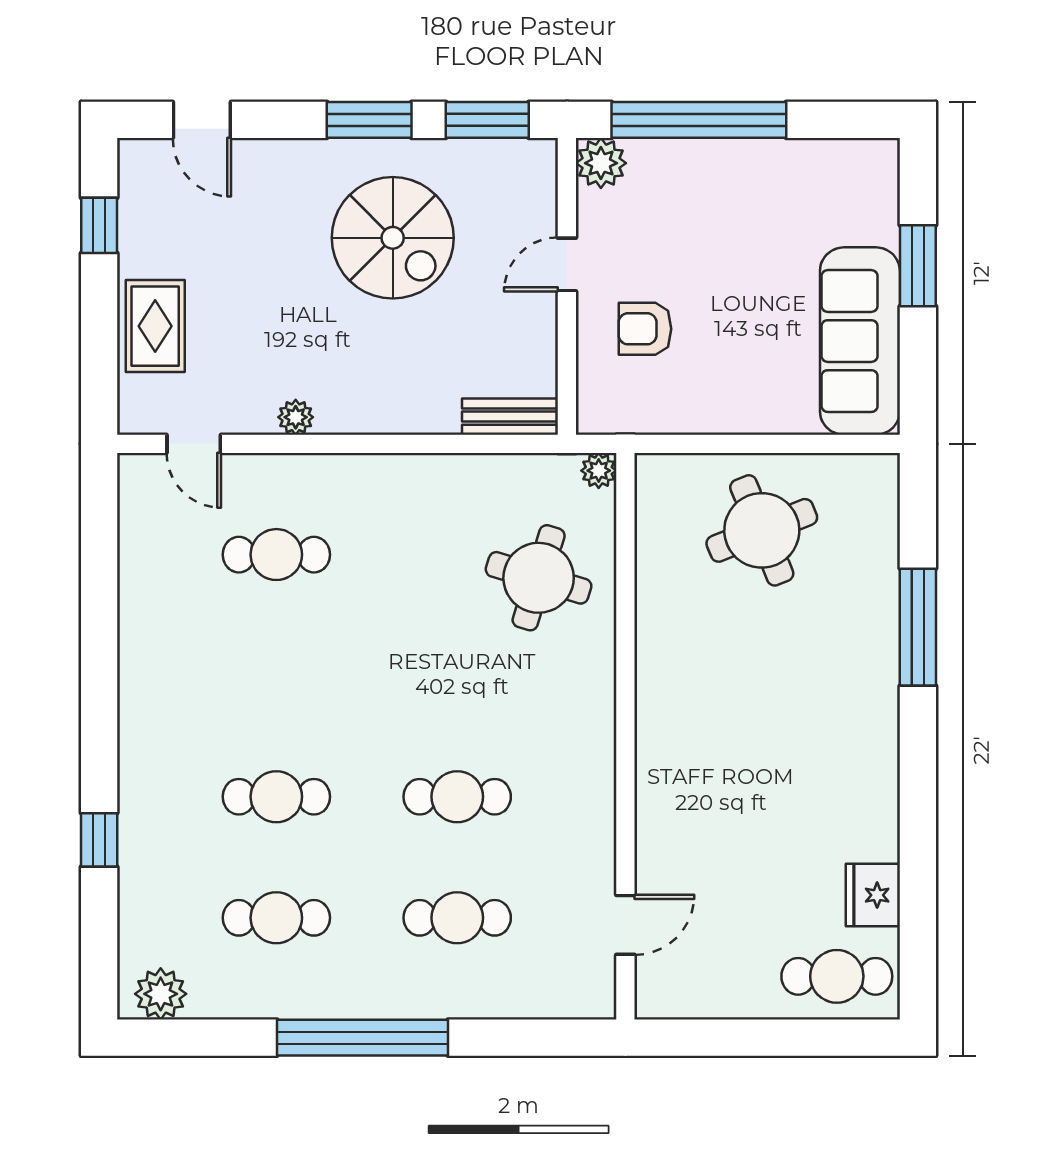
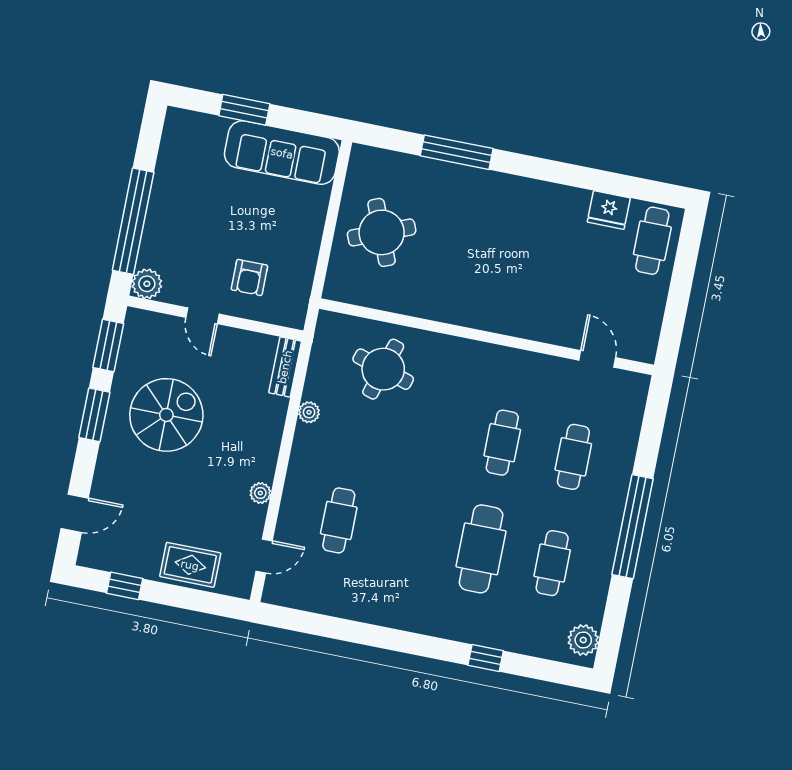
plant: (599, 471) -> (309, 412), moved
cafe table: (276, 797) -> (481, 549), width x1.37, depth x1.35

